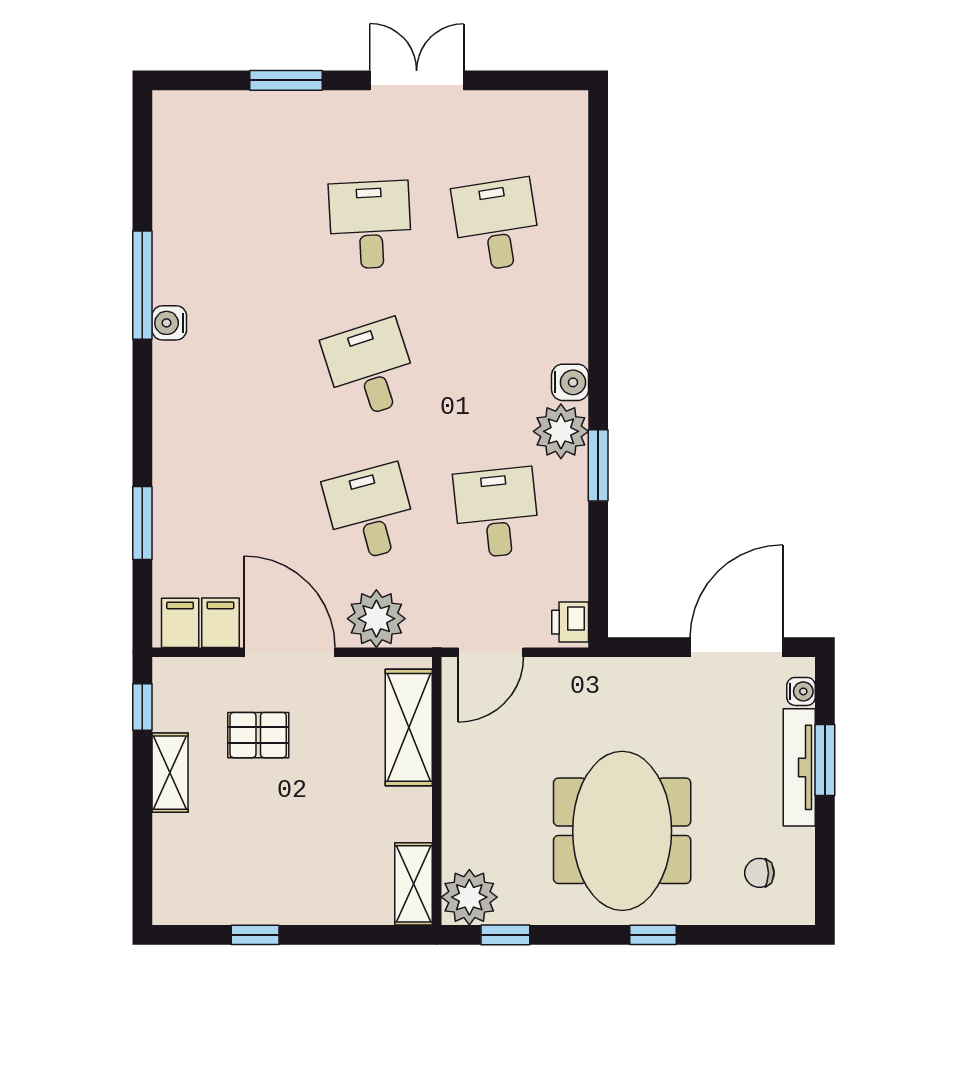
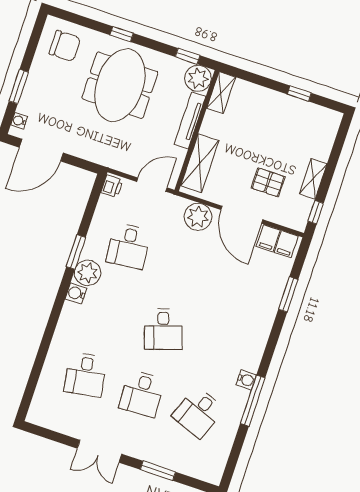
desk: (370, 513) -> (198, 412), moved, turned 36
tv unit: (799, 767) -> (190, 120), moved, turned 180
chair: (759, 873) -> (65, 46), width x1.87, depth x1.87

